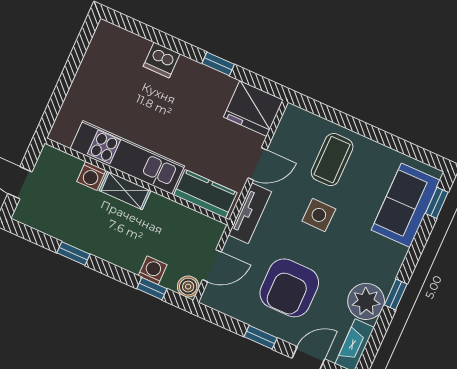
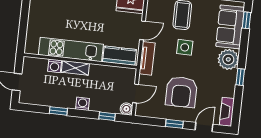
washing machine: (153, 270) -> (83, 104), moved
plant: (366, 301) -> (228, 59), moved

